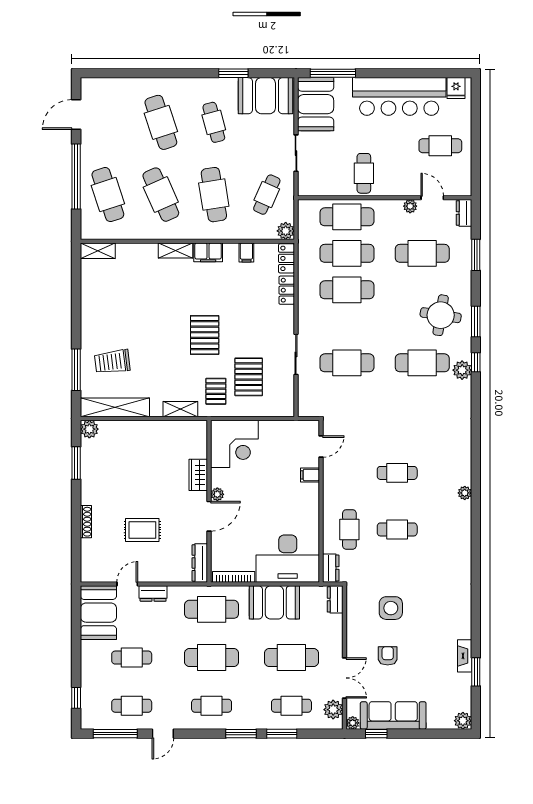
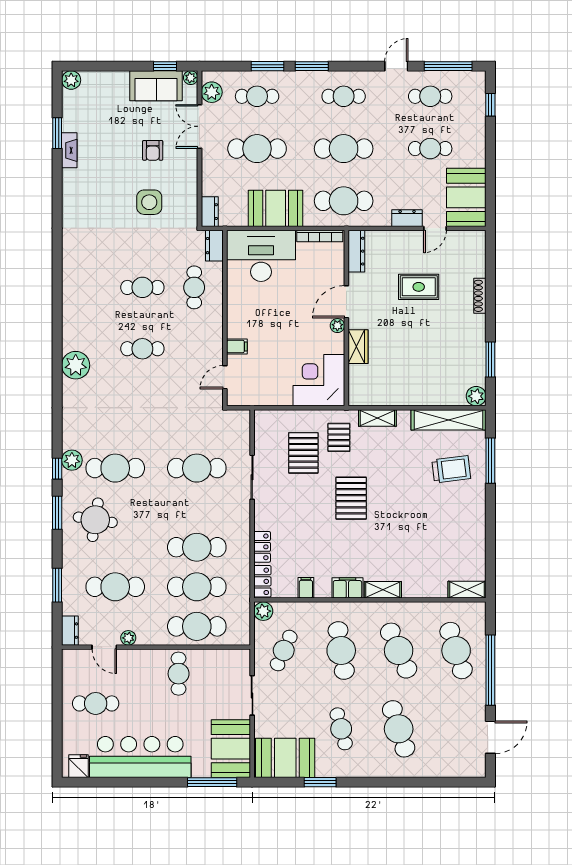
plant: (465, 493) -> (76, 365), moved, width x1.87, depth x1.87
sofa: (393, 715) -> (156, 86), width x0.73

